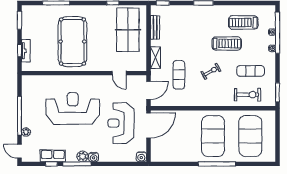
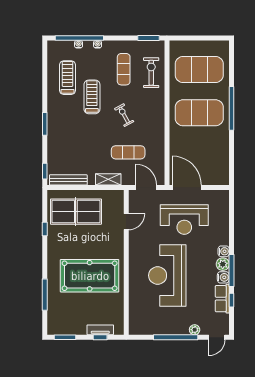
treadmill: (243, 22) -> (68, 78), turned 180
bench: (155, 27) -> (68, 180), width x1.36
water cooler: (141, 157) -> (223, 277), moved

